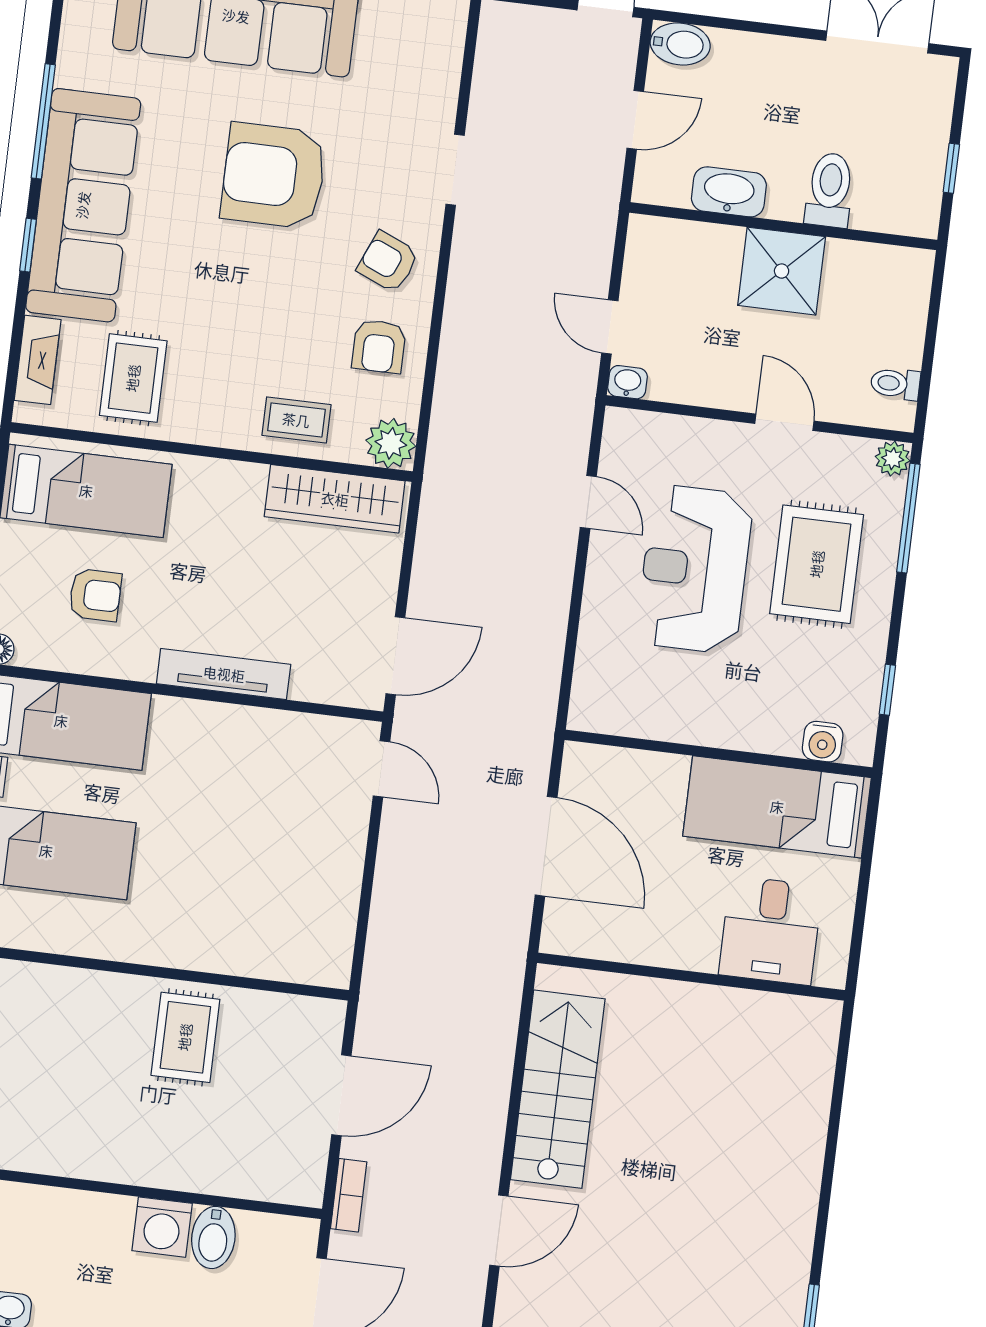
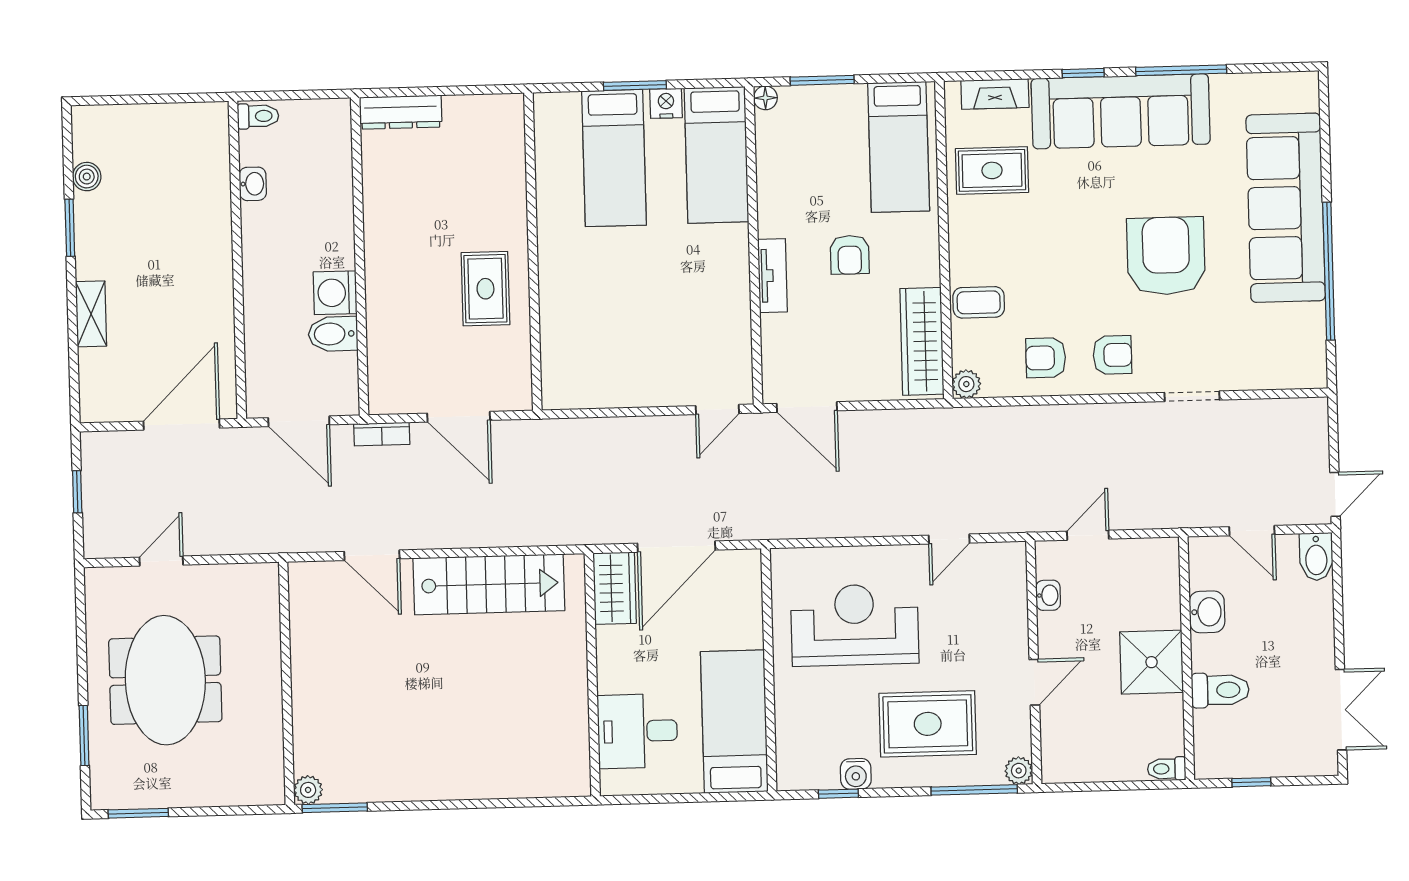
washbasin: (729, 192) -> (1207, 612), width x0.72
armchair: (388, 262) -> (1112, 355), turned 67
washbasin: (628, 382) -> (1048, 595), moved
toilet: (895, 384) -> (1167, 769), moved, turned -90
coffee table: (296, 420) -> (979, 302), turned 90
plant: (391, 443) -> (966, 384), width x0.73, depth x0.73
reception desk: (695, 569) -> (855, 625), moved
armchair: (95, 595) -> (850, 255), moved
tv unit: (224, 674) -> (772, 276), width x0.71
water cooler: (823, 742) -> (856, 774), moved, turned -90
wardrobe: (587, 932) -> (615, 588), added
rug: (185, 1037) -> (485, 289), turned 90

